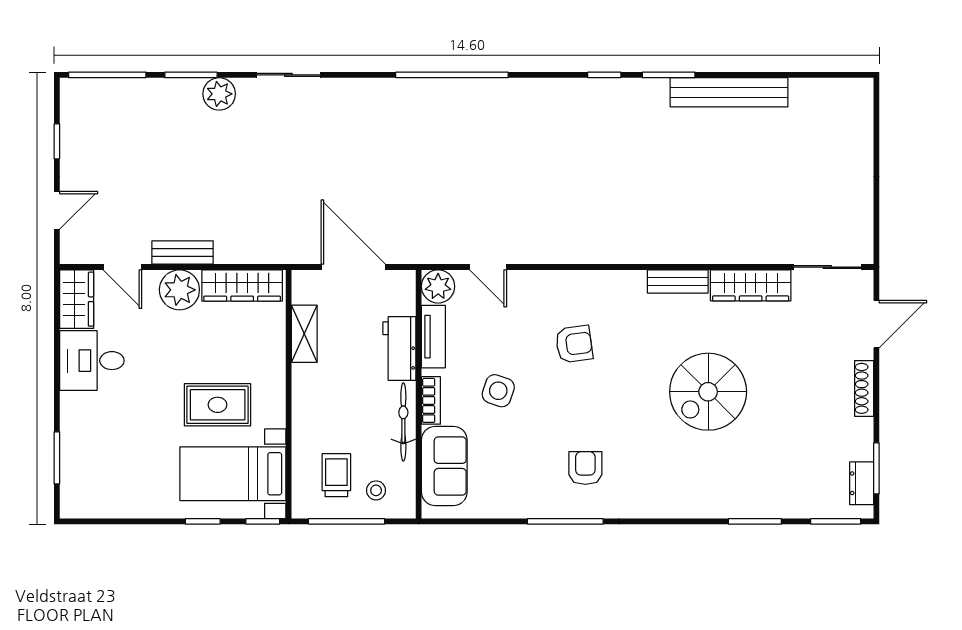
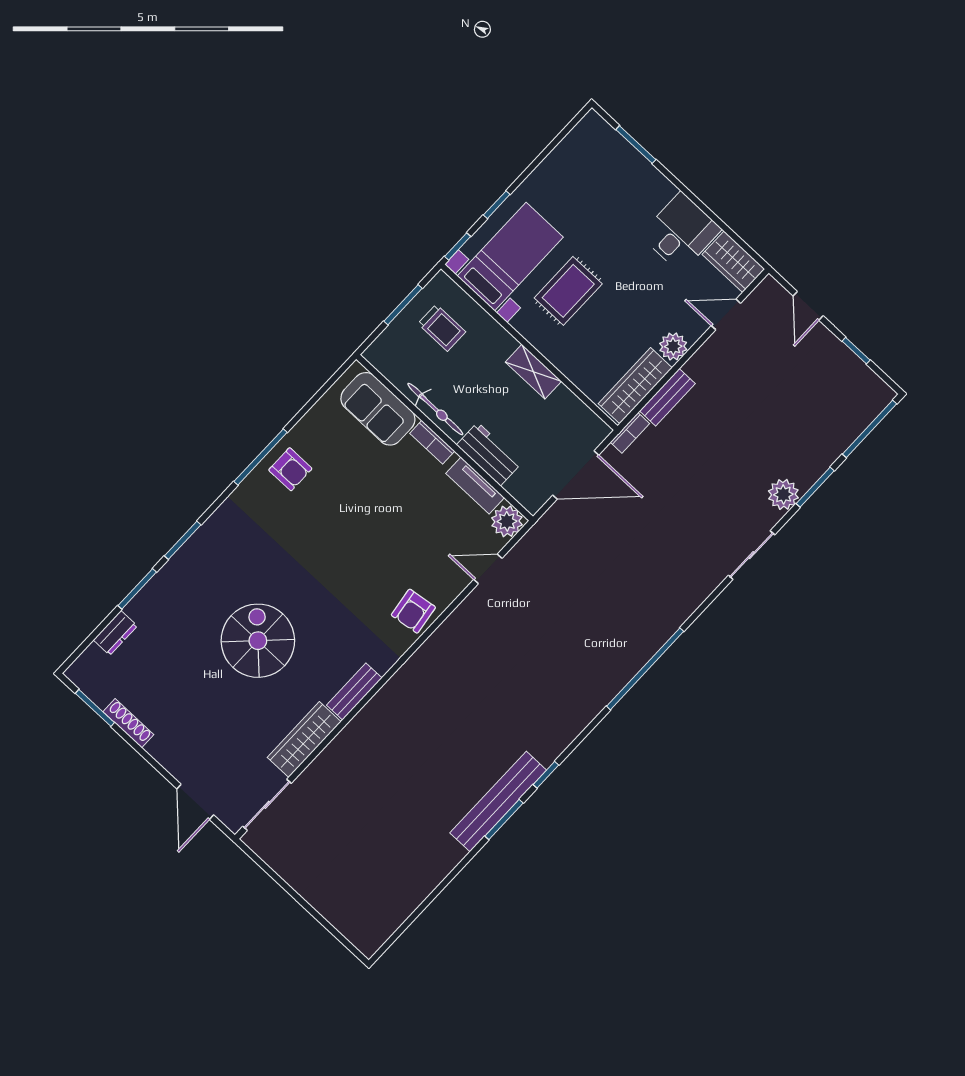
bench: (729, 92) -> (498, 801), moved
bench: (183, 253) -> (667, 397), moved
bookcase: (282, 256) -> (630, 433), added
plant: (179, 290) -> (673, 346), width x0.73, depth x0.73
shelving: (304, 334) -> (533, 372), moved
armchair: (574, 344) -> (413, 611), moved
shoe rack: (864, 388) -> (128, 723), moved
side table: (498, 391) -> (395, 495), removed
armchair: (585, 468) -> (290, 469), moved
dresser: (862, 483) -> (115, 633), moved, turned 90
stool: (376, 490) -> (405, 345), removed
window: (347, 521) -> (403, 305), width x0.69
window: (836, 521) -> (183, 540), moved

